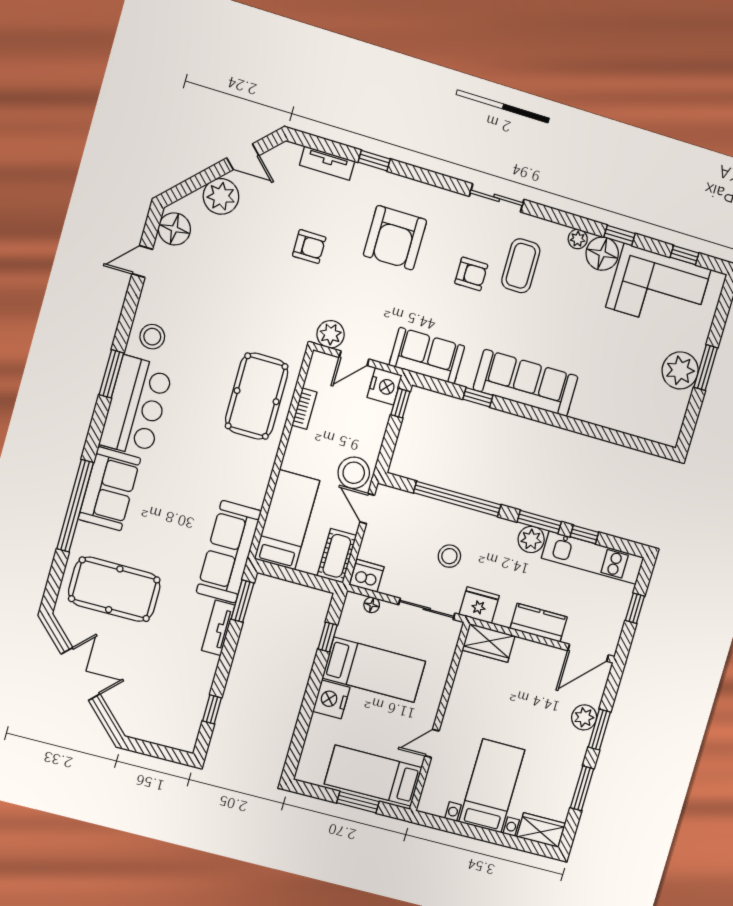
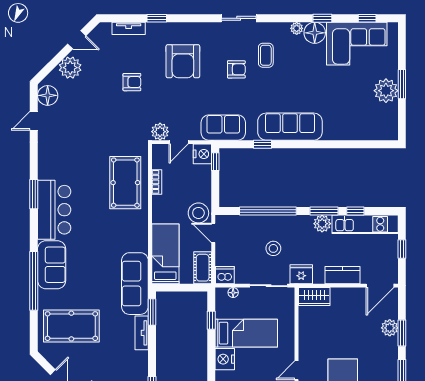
coffee table: (521, 266) -> (266, 55), width x0.73, depth x0.77
stool: (152, 337) -> (52, 164), removed

